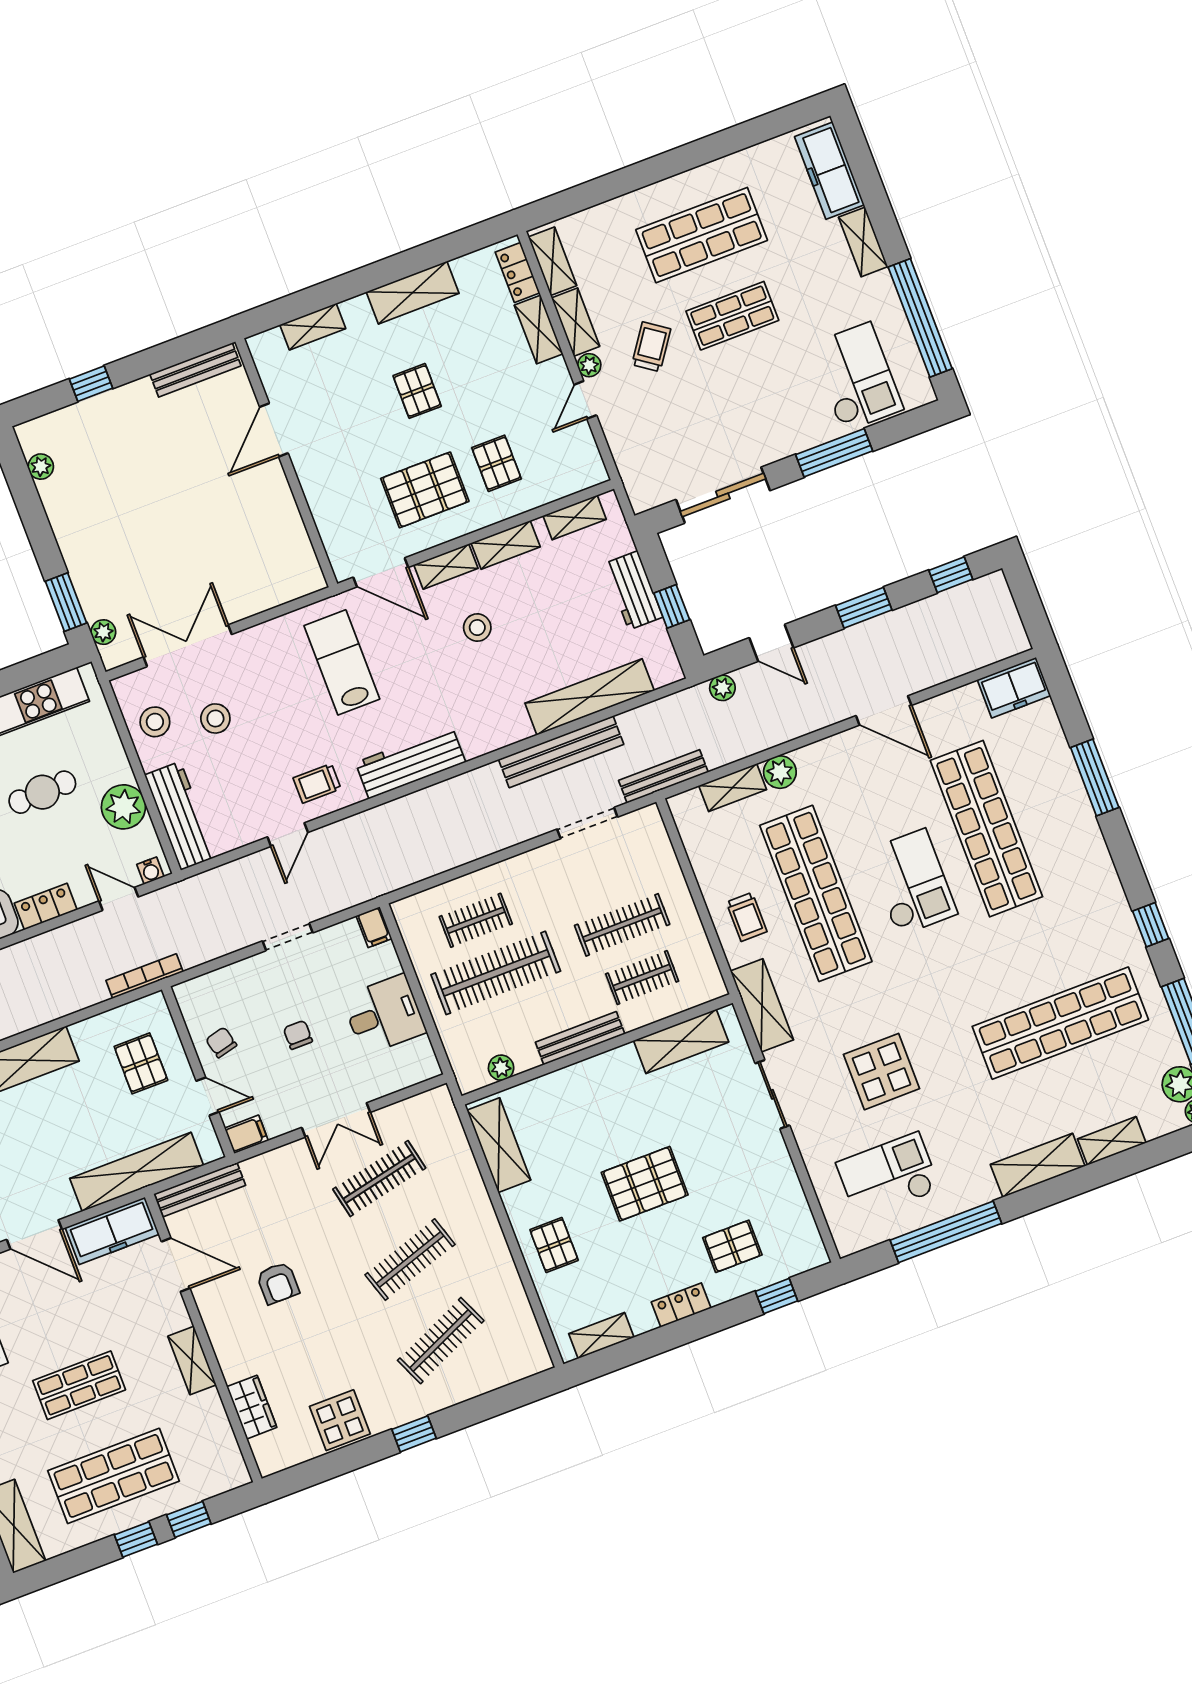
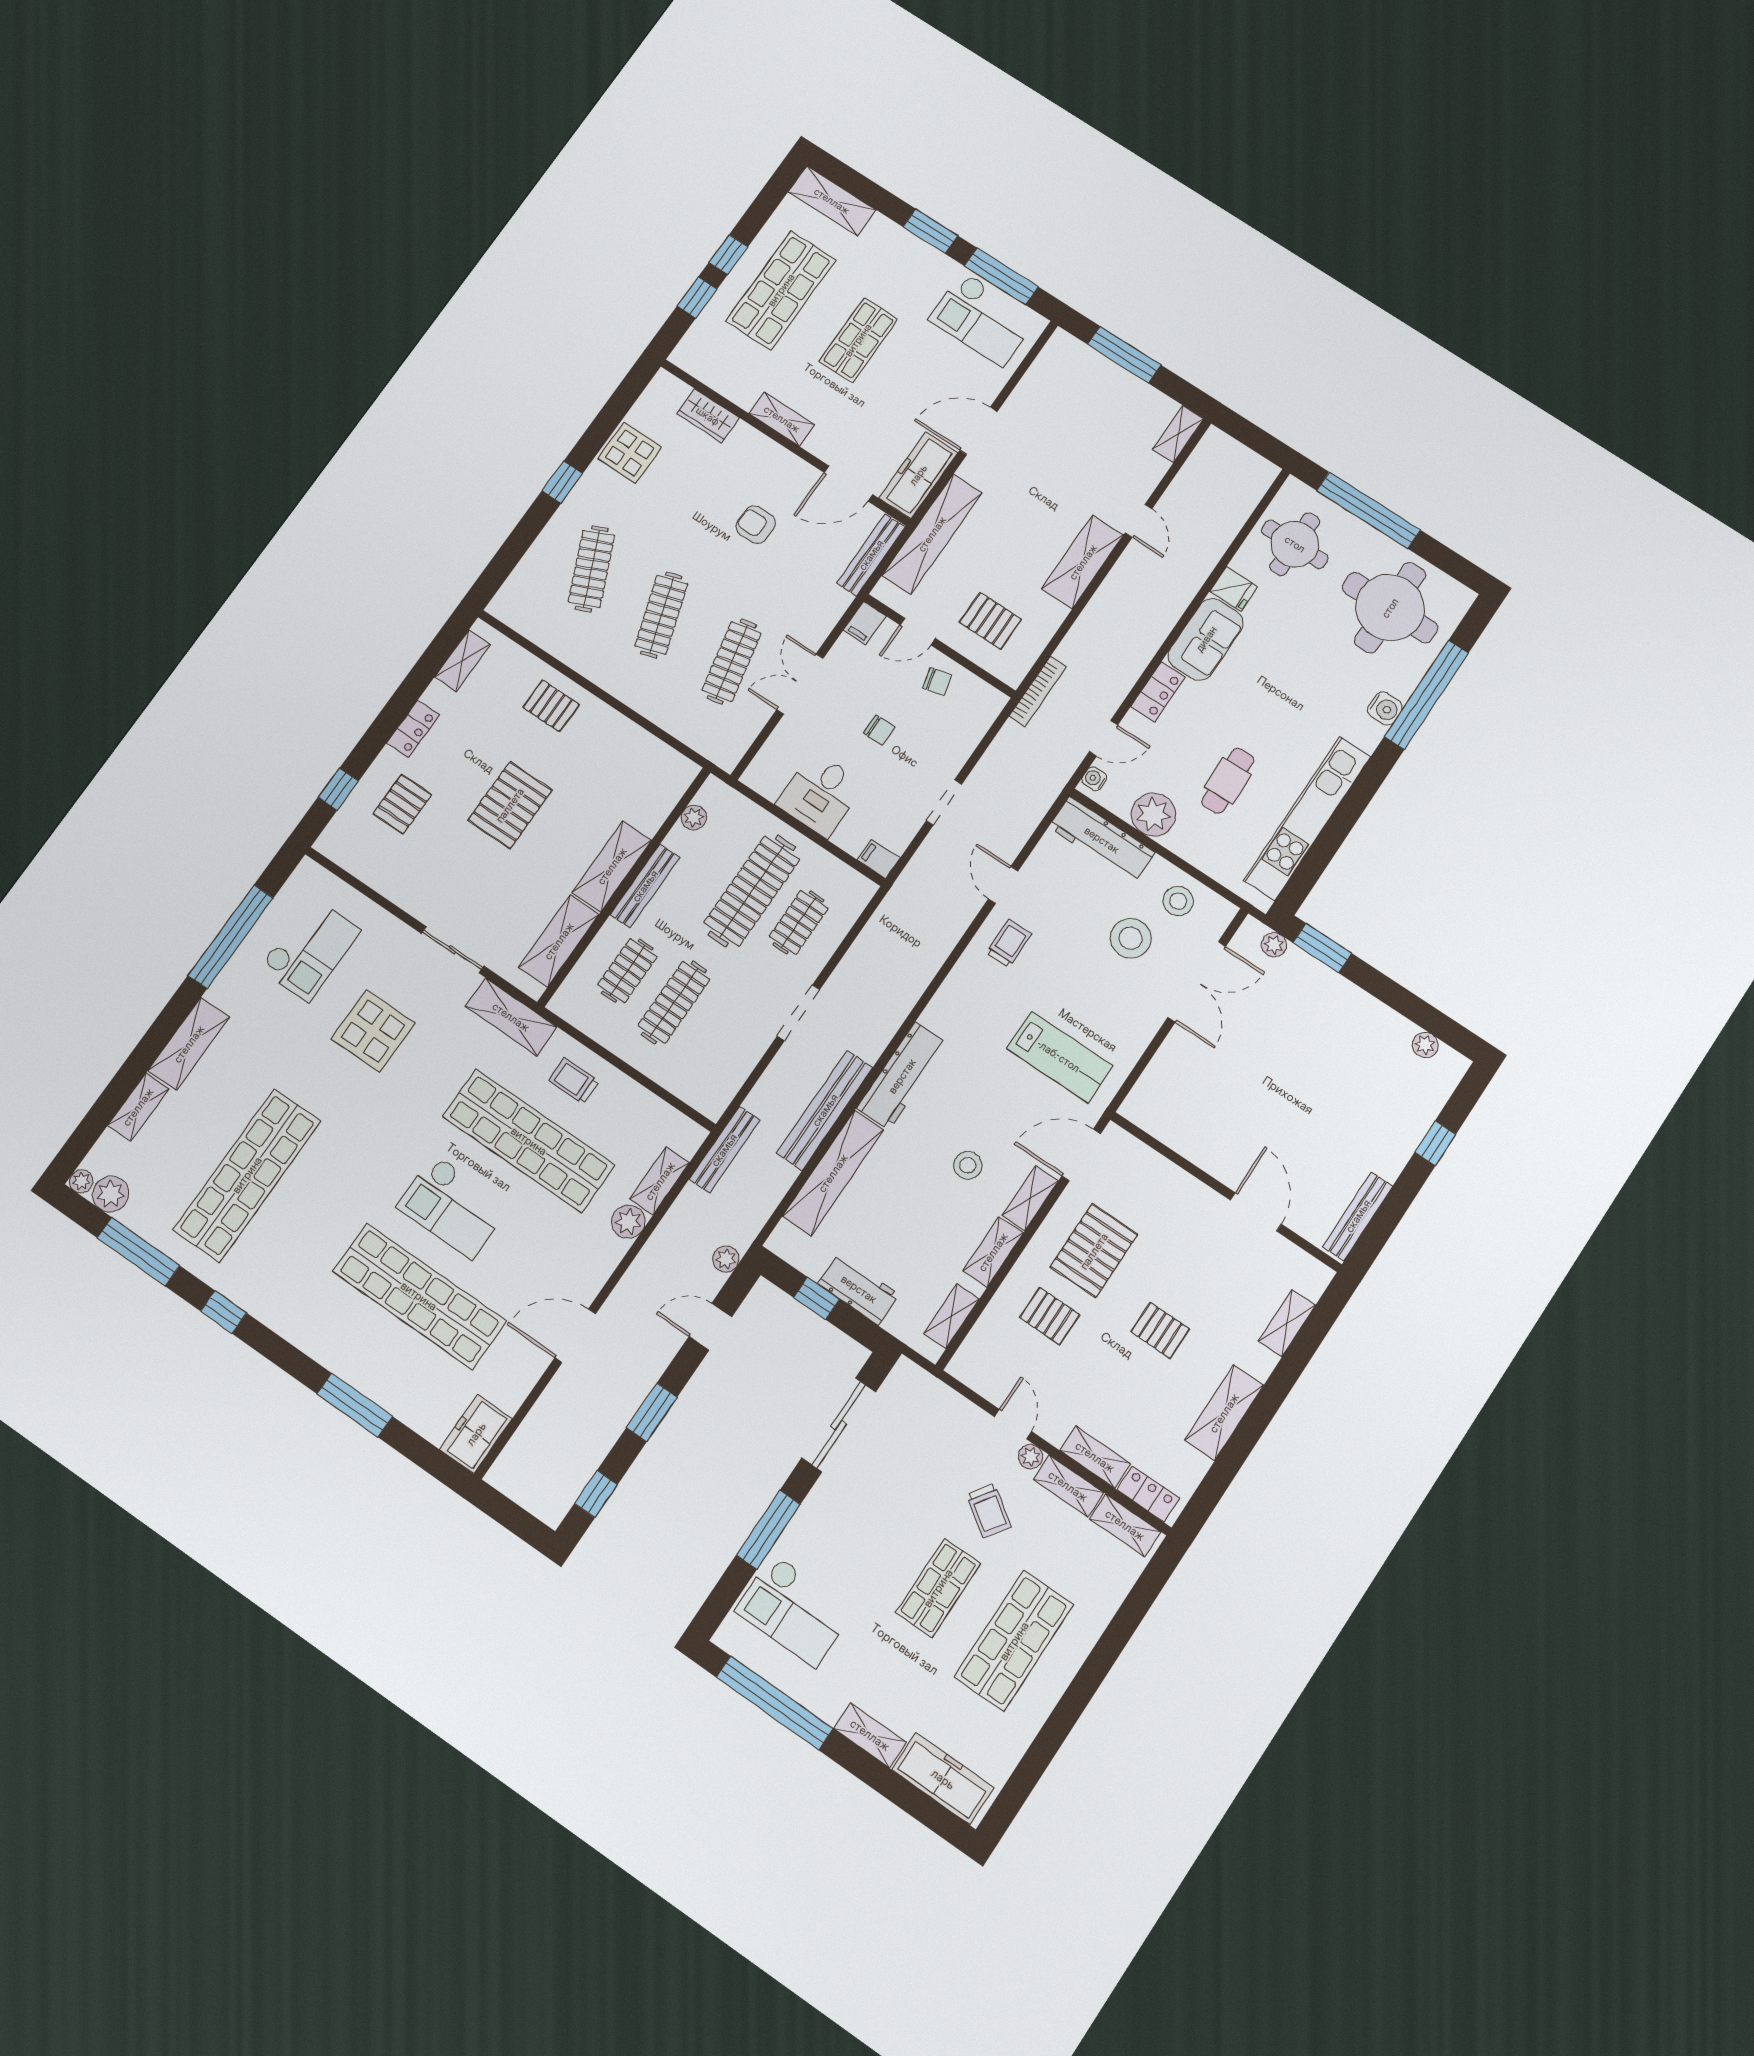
stool: (215, 718) -> (1131, 938), width x1.38, depth x1.38
workbench: (410, 762) -> (902, 1076), moved
doorway: (587, 823) -> (799, 1013), moved
shelving: (499, 1145) -> (612, 866), moved, turned 90

